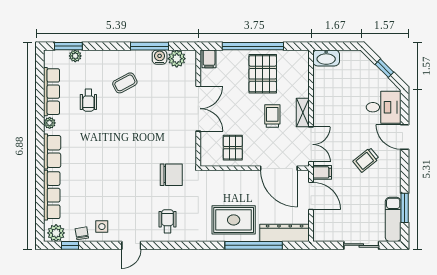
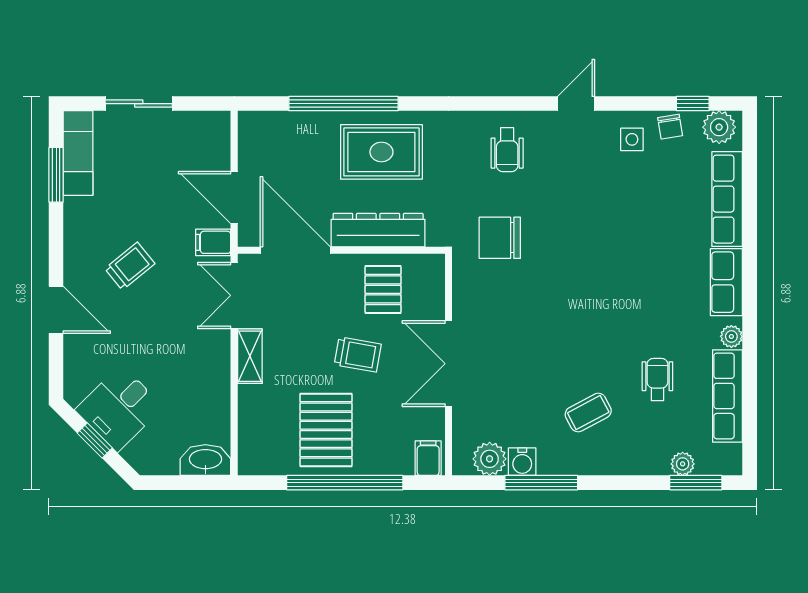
desk: (384, 107) -> (119, 408), moved, turned -45
trolley: (272, 116) -> (358, 354), moved, turned -80
dresser: (285, 233) -> (378, 230), moved, turned 180

